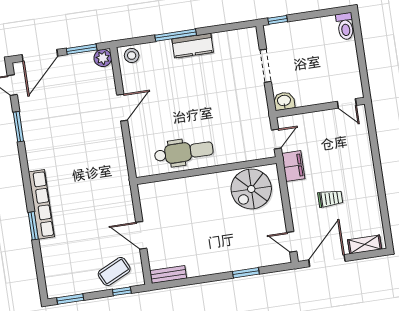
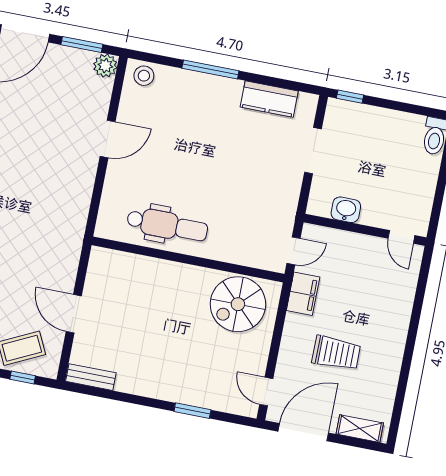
kitchen counter: (193, 46) -> (269, 99), moved
washbasin: (284, 101) -> (346, 210), moved
trolley: (330, 199) -> (336, 353), width x1.36, depth x1.39

